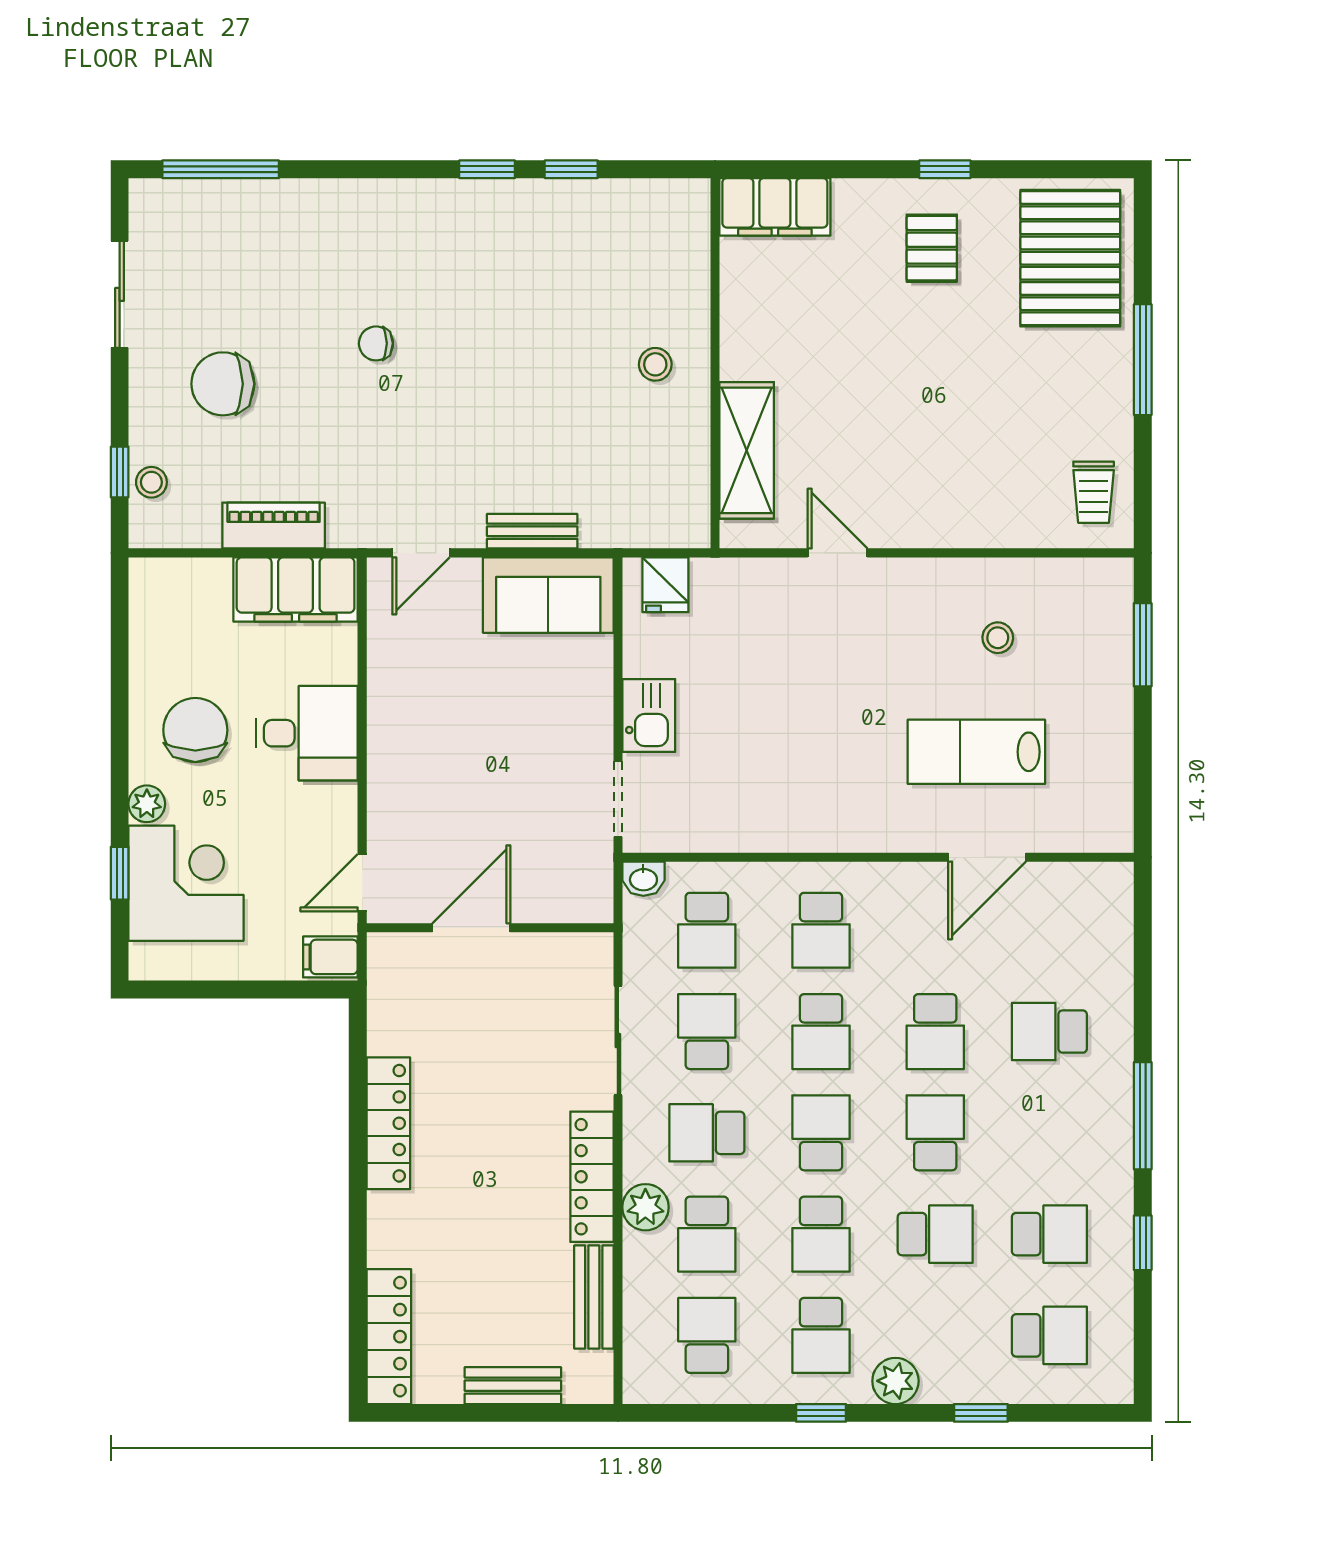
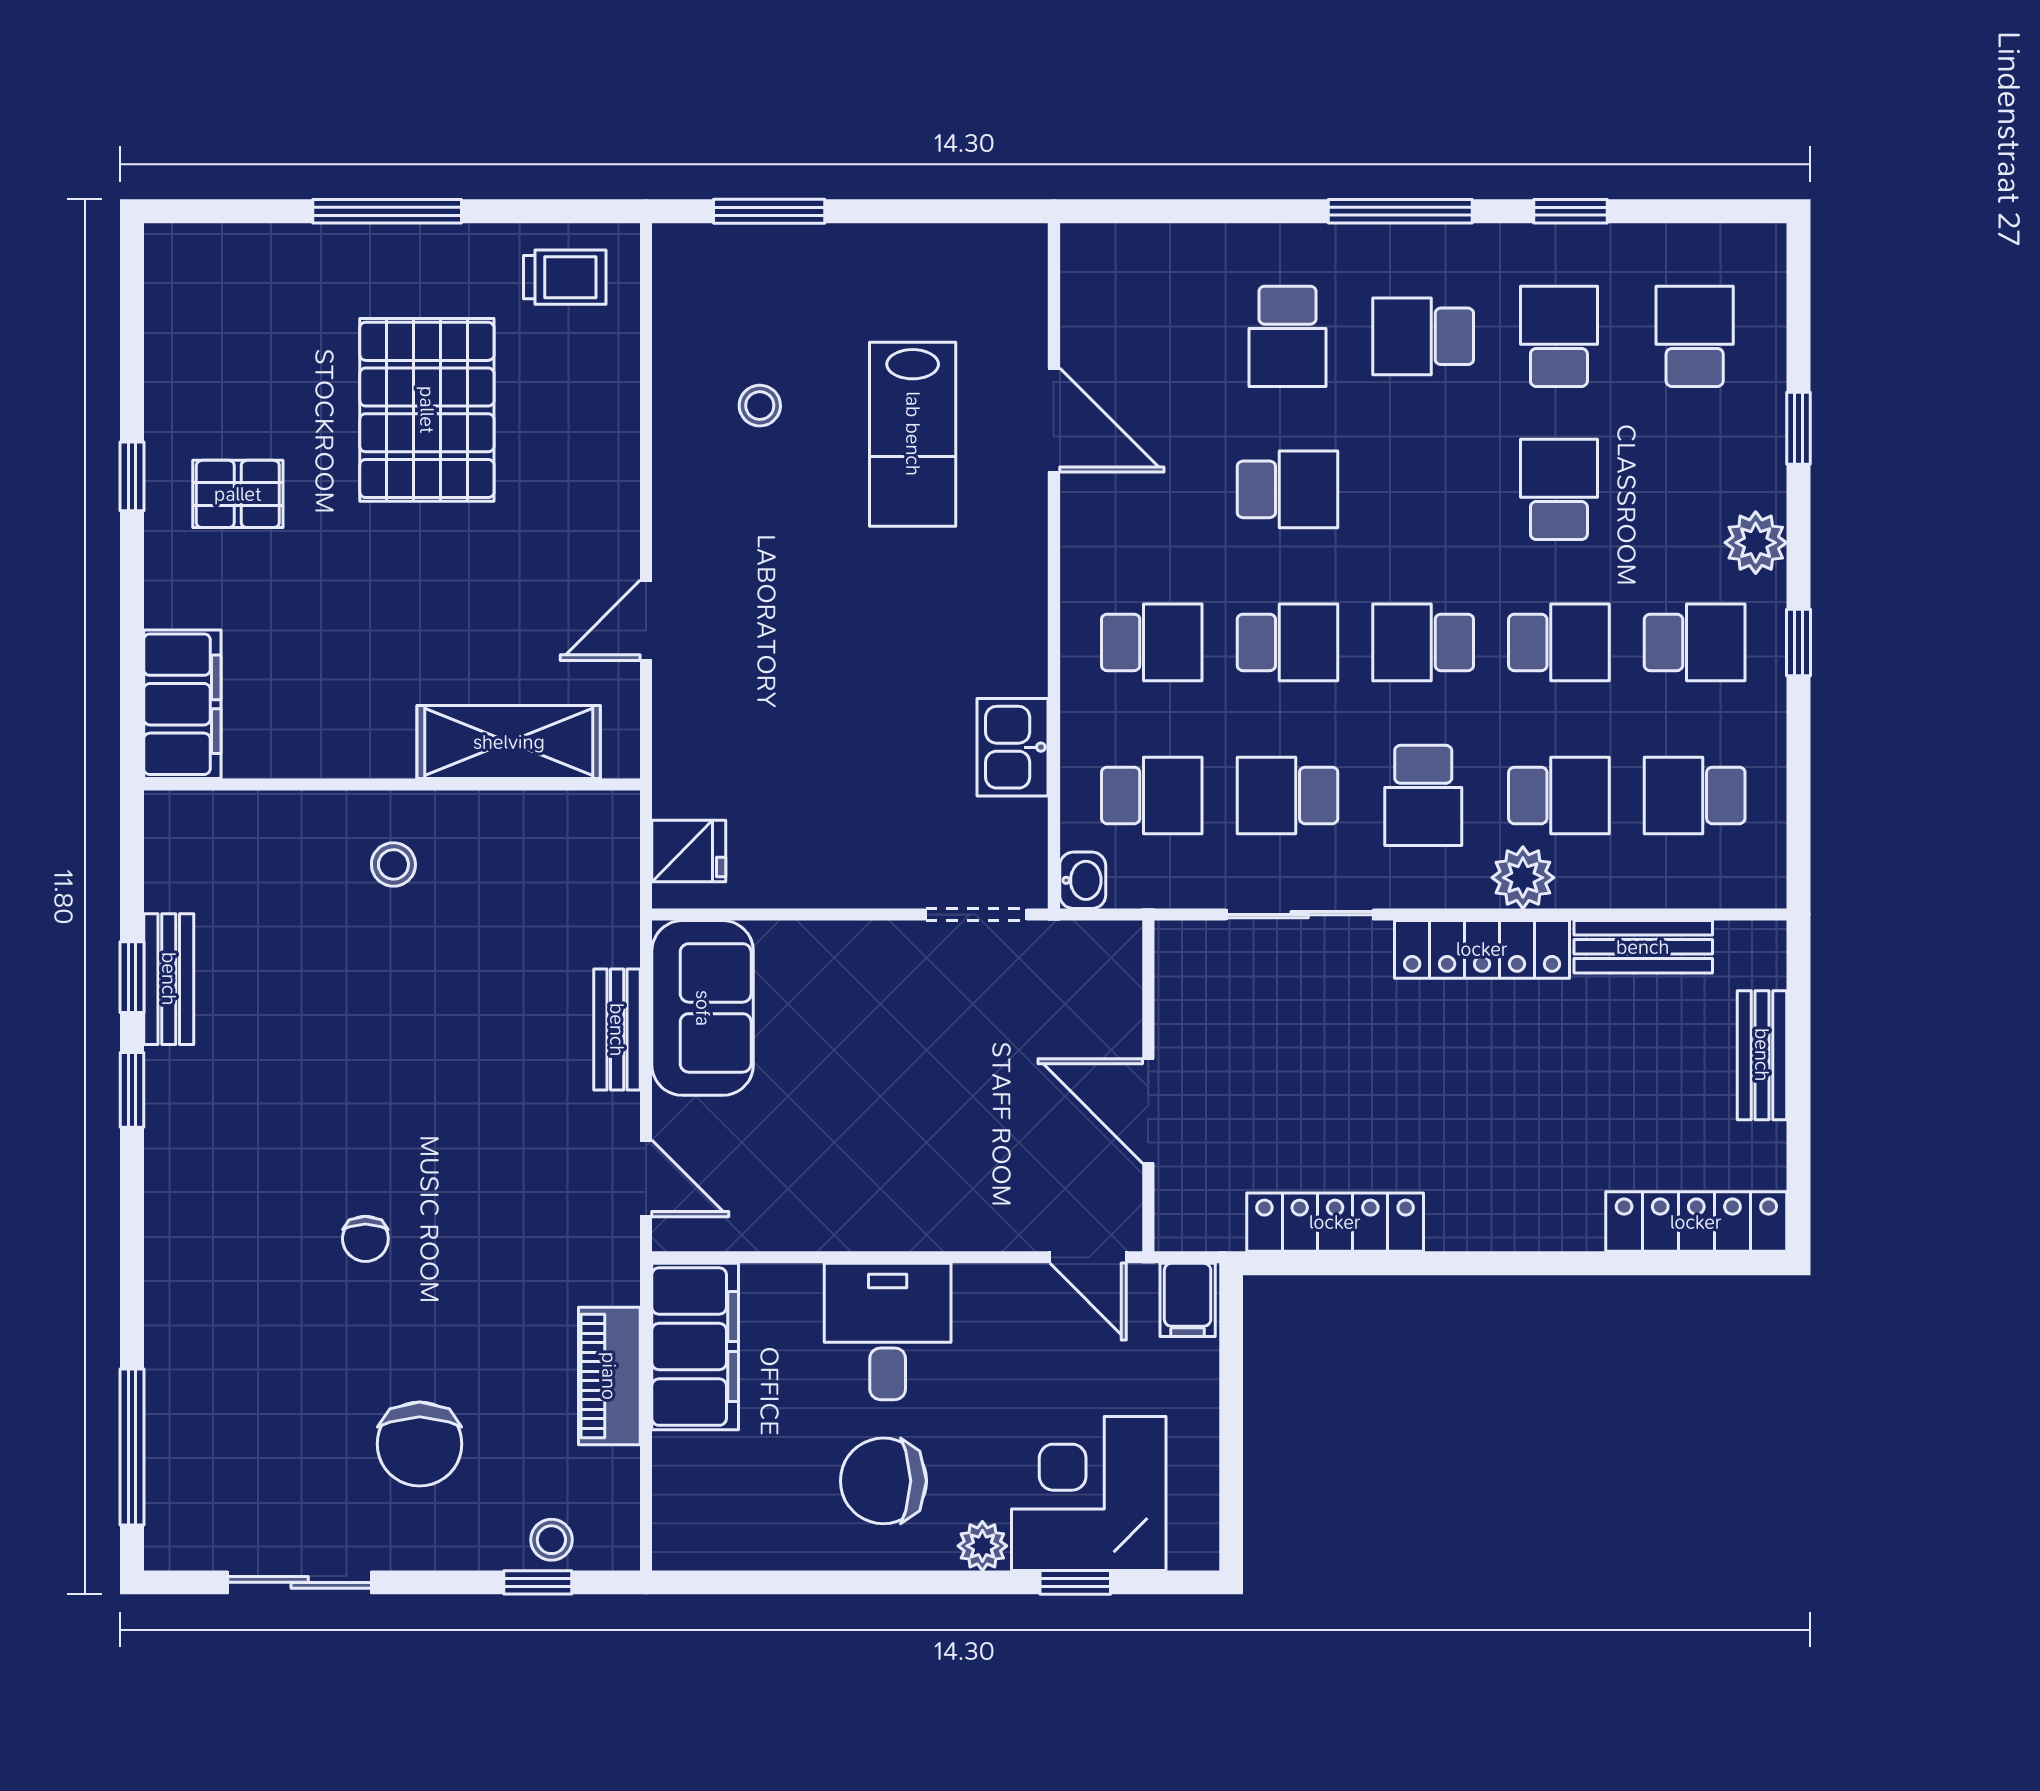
bench: (570, 197) -> (169, 979), added
pallet: (1070, 258) -> (427, 410), moved, turned 90
kitchen sink: (649, 715) -> (1013, 747), moved, turned -90
locker: (388, 1123) -> (1335, 1222), moved
school desk: (935, 1133) -> (1423, 336), moved

